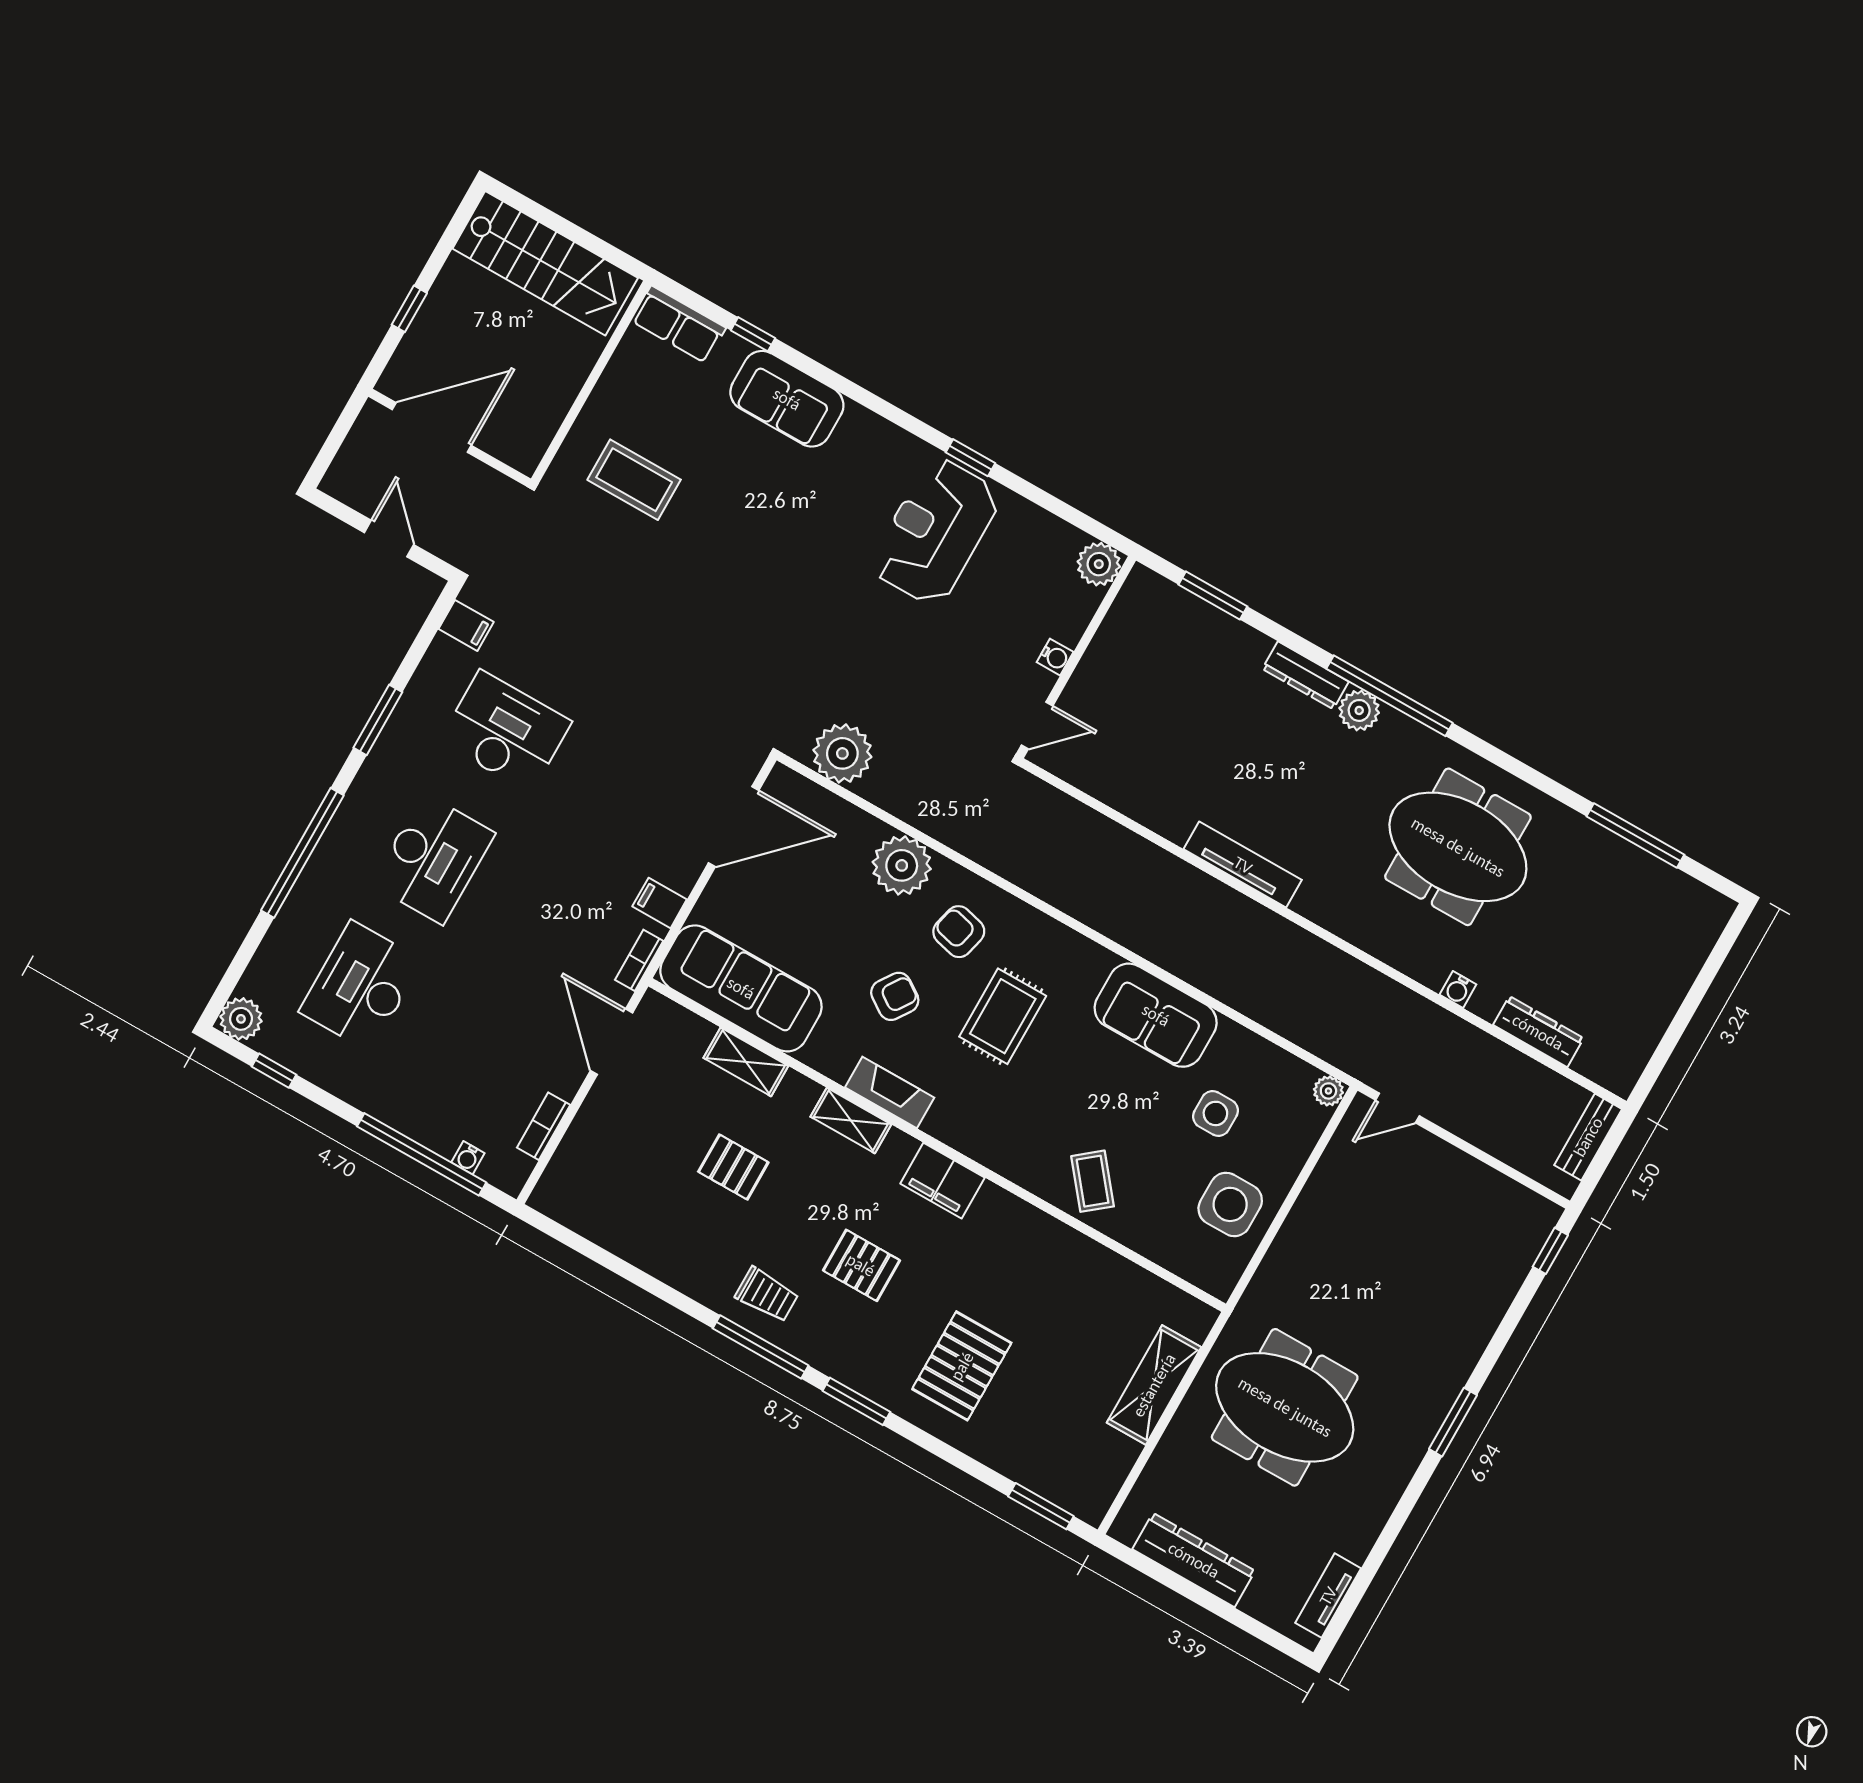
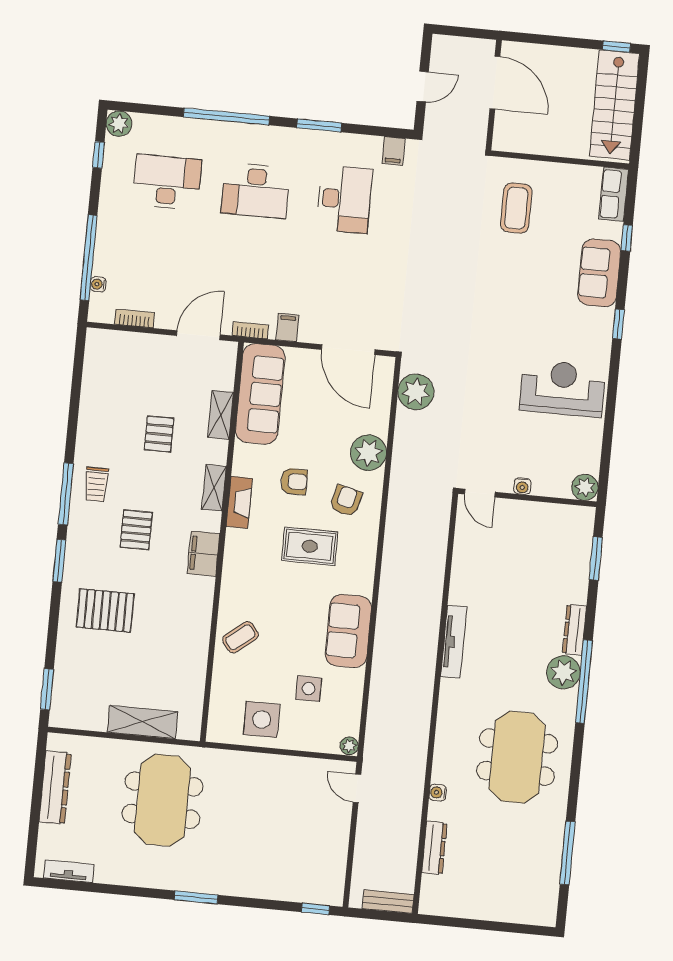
window: (409, 309) -> (616, 47), moved
window: (970, 458) -> (618, 324), moved
plant: (1359, 710) -> (563, 672), width x1.36, depth x1.36
armchair: (895, 996) -> (294, 481), turned -34

